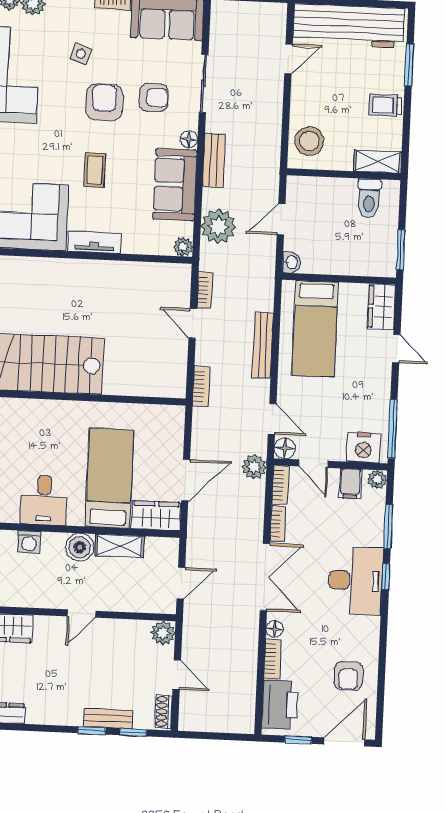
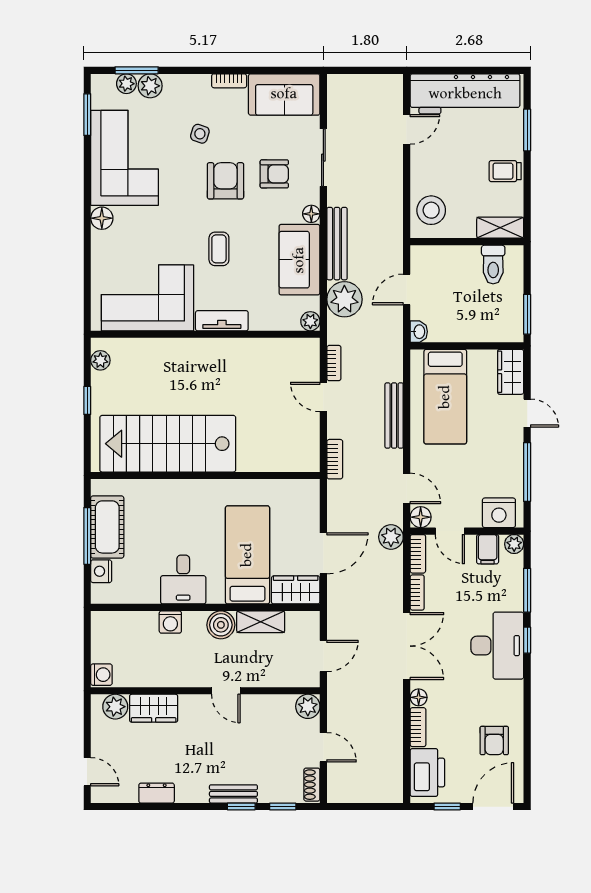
bench: (214, 161) -> (337, 244), width x1.36
window: (393, 429) -> (527, 472), moved
door: (81, 614) -> (226, 691), hinge flipped
bench: (108, 718) -> (233, 794), moved

